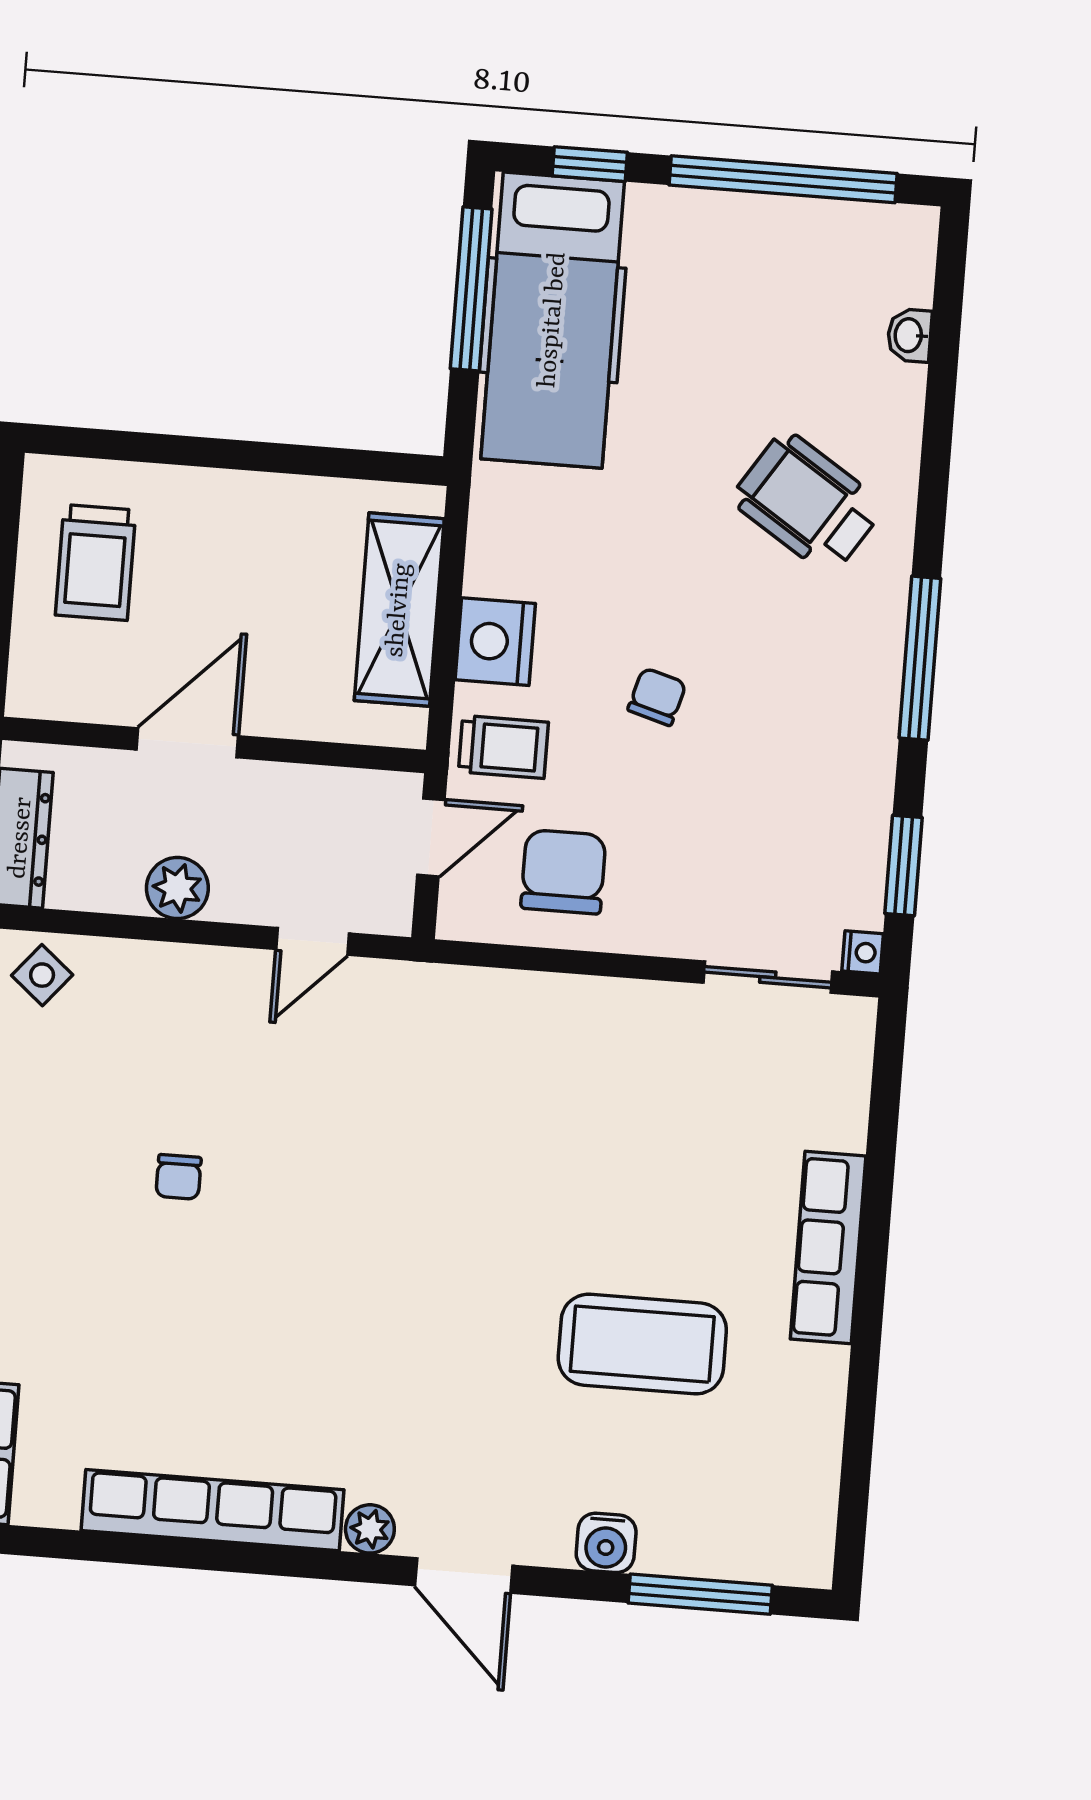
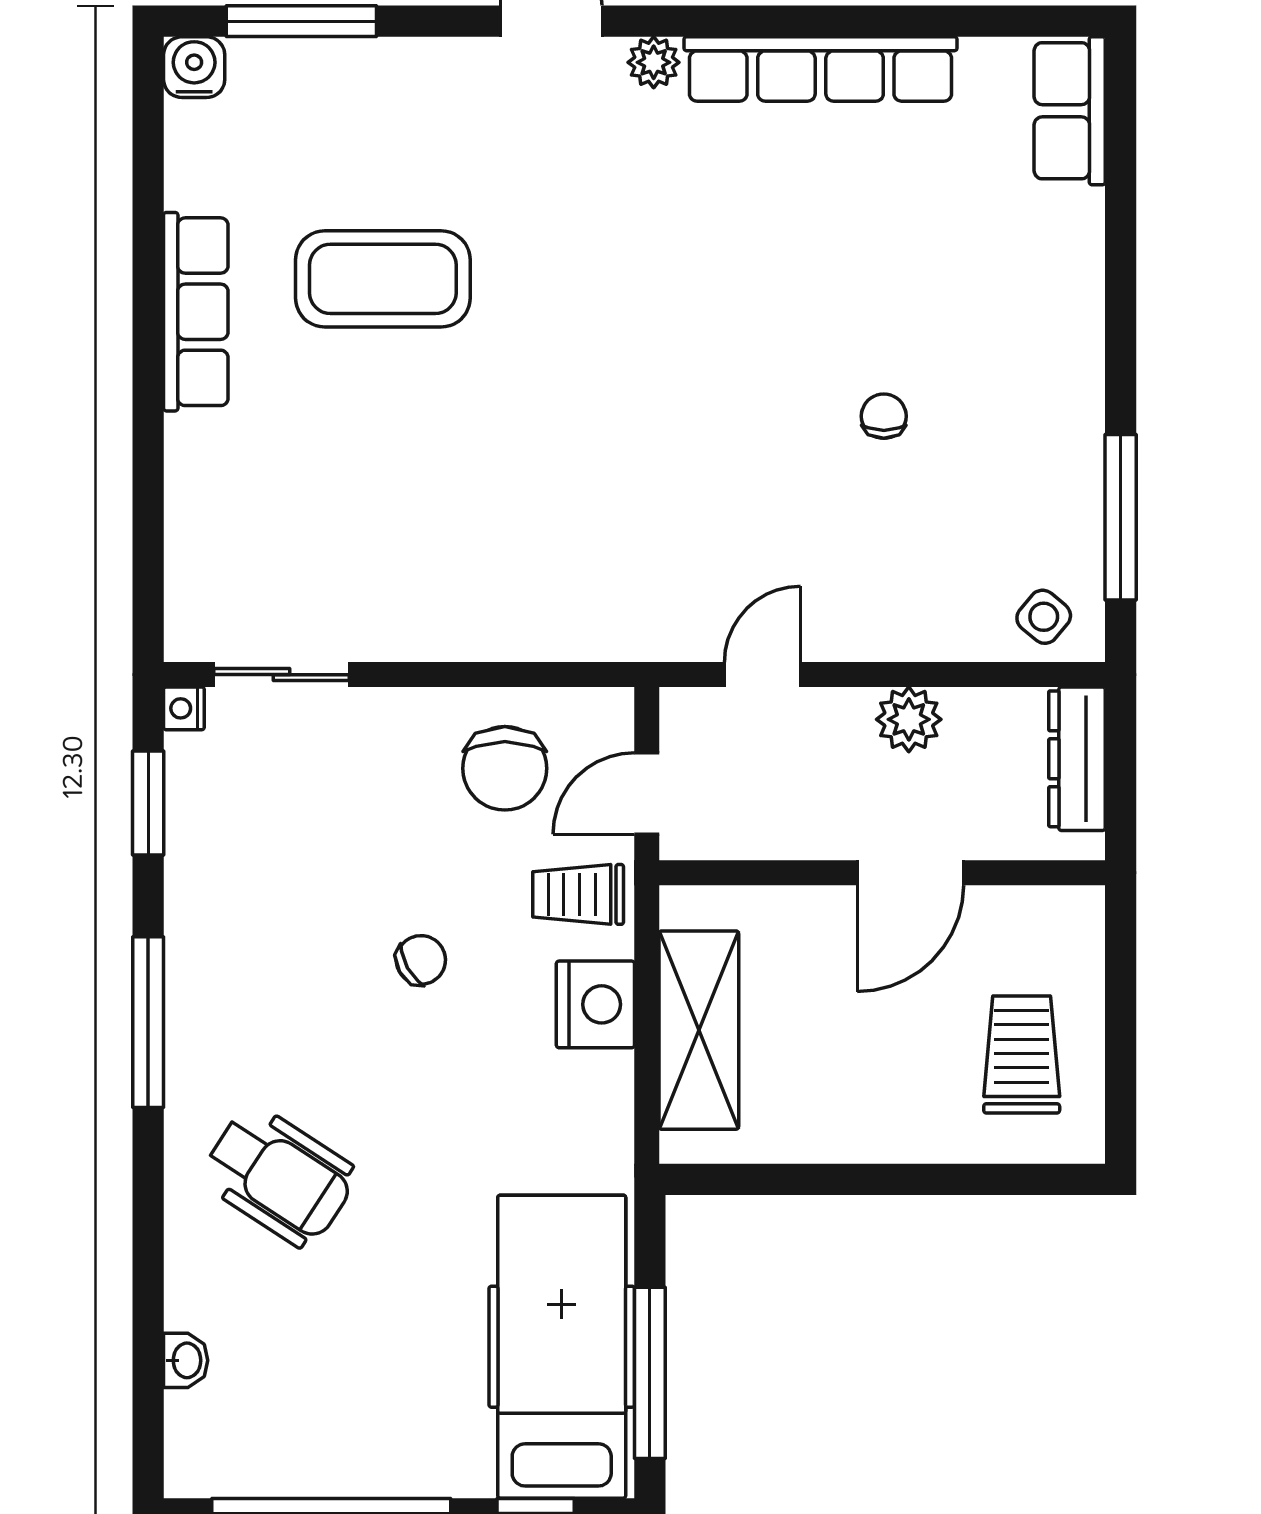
chair: (657, 697) -> (421, 960), turned -135
row of seats: (828, 1247) -> (196, 312), moved
water cooler: (606, 1543) -> (194, 67), moved

